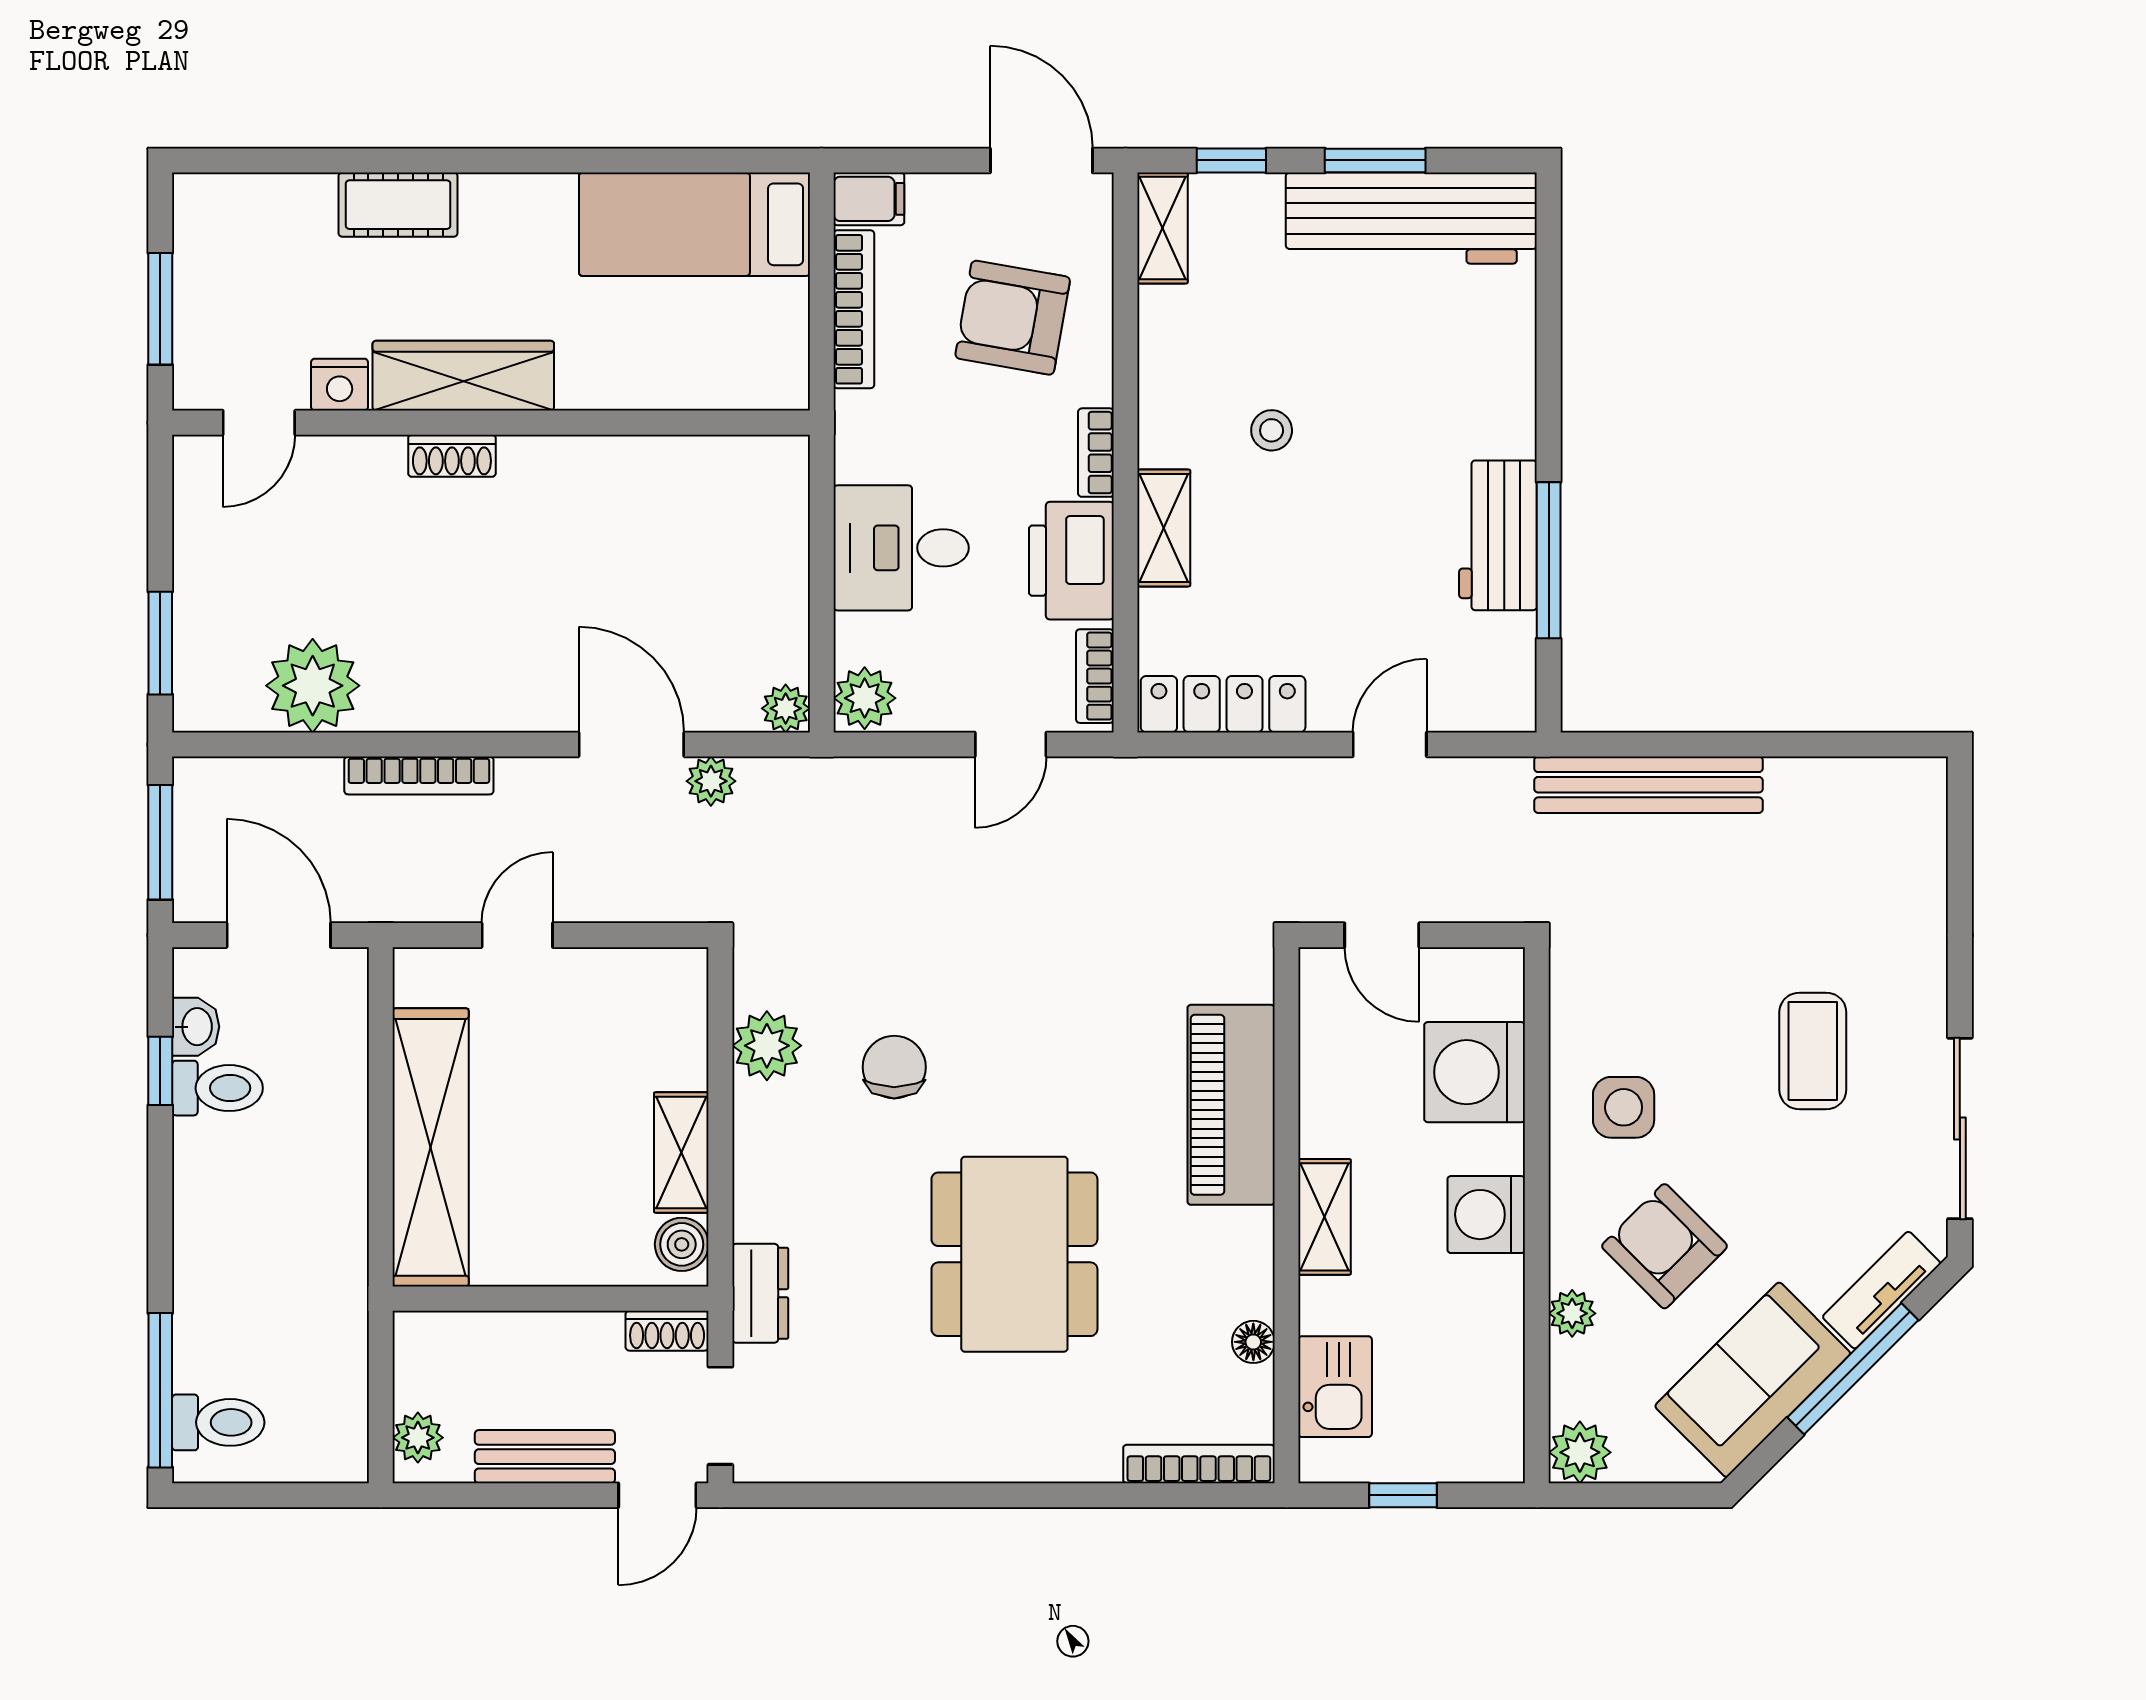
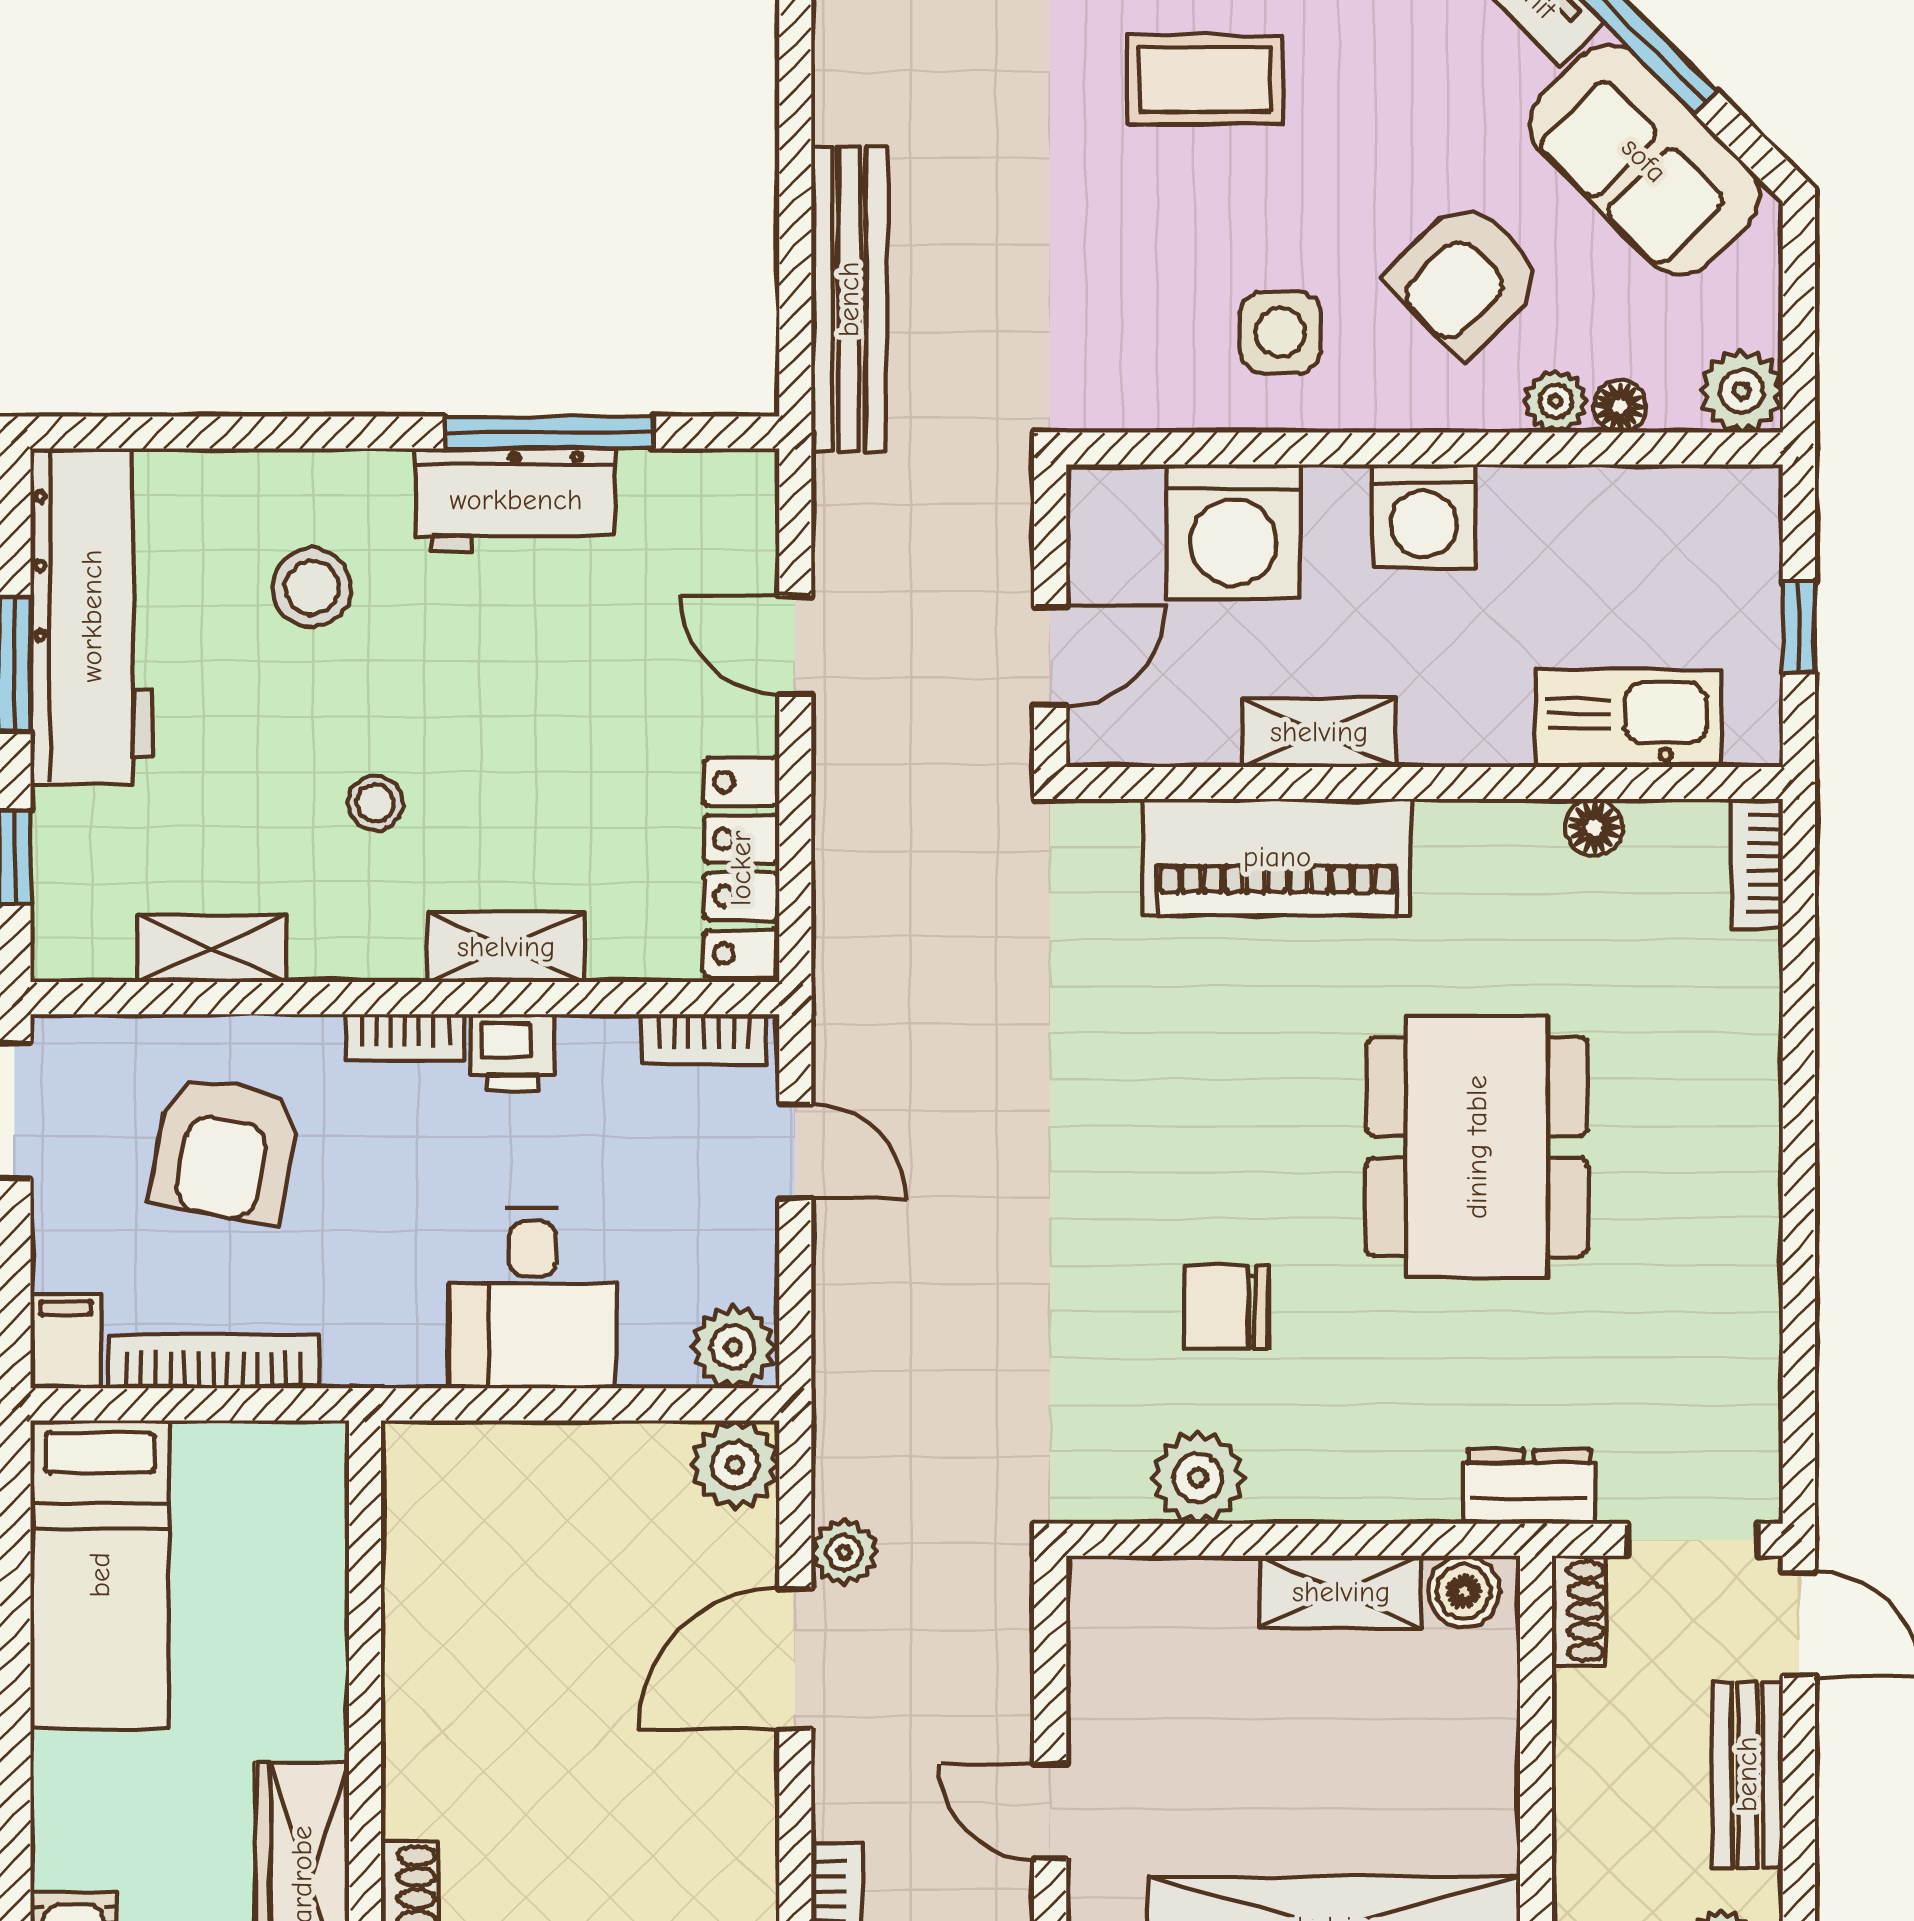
shelving: (1163, 228) -> (212, 949), moved
stool: (1433, 383) -> (312, 587), added
printer: (1071, 561) -> (513, 1052), width x0.53, depth x0.68
plant: (786, 708) -> (735, 1465), width x1.38, depth x1.38
shelving: (1325, 1217) -> (1319, 732), moved
dining table: (1014, 1254) -> (1477, 1147), turned 90
floor lamp: (1568, 1361) -> (1620, 406), added
kitchen sink: (1335, 1387) -> (1628, 718), width x1.38
bookcase: (1199, 1464) -> (1757, 864), width x0.64

